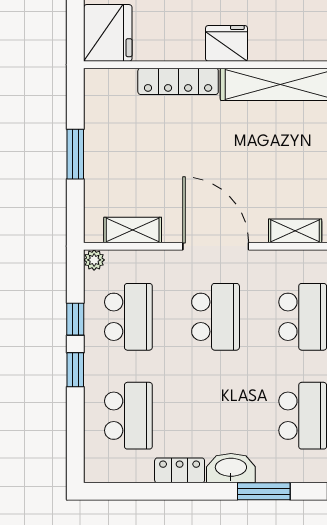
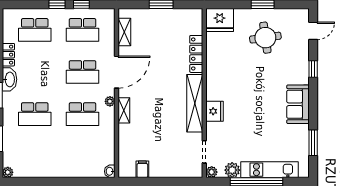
fridge: (227, 43) -> (215, 111), moved
plant: (94, 260) -> (110, 101), moved

